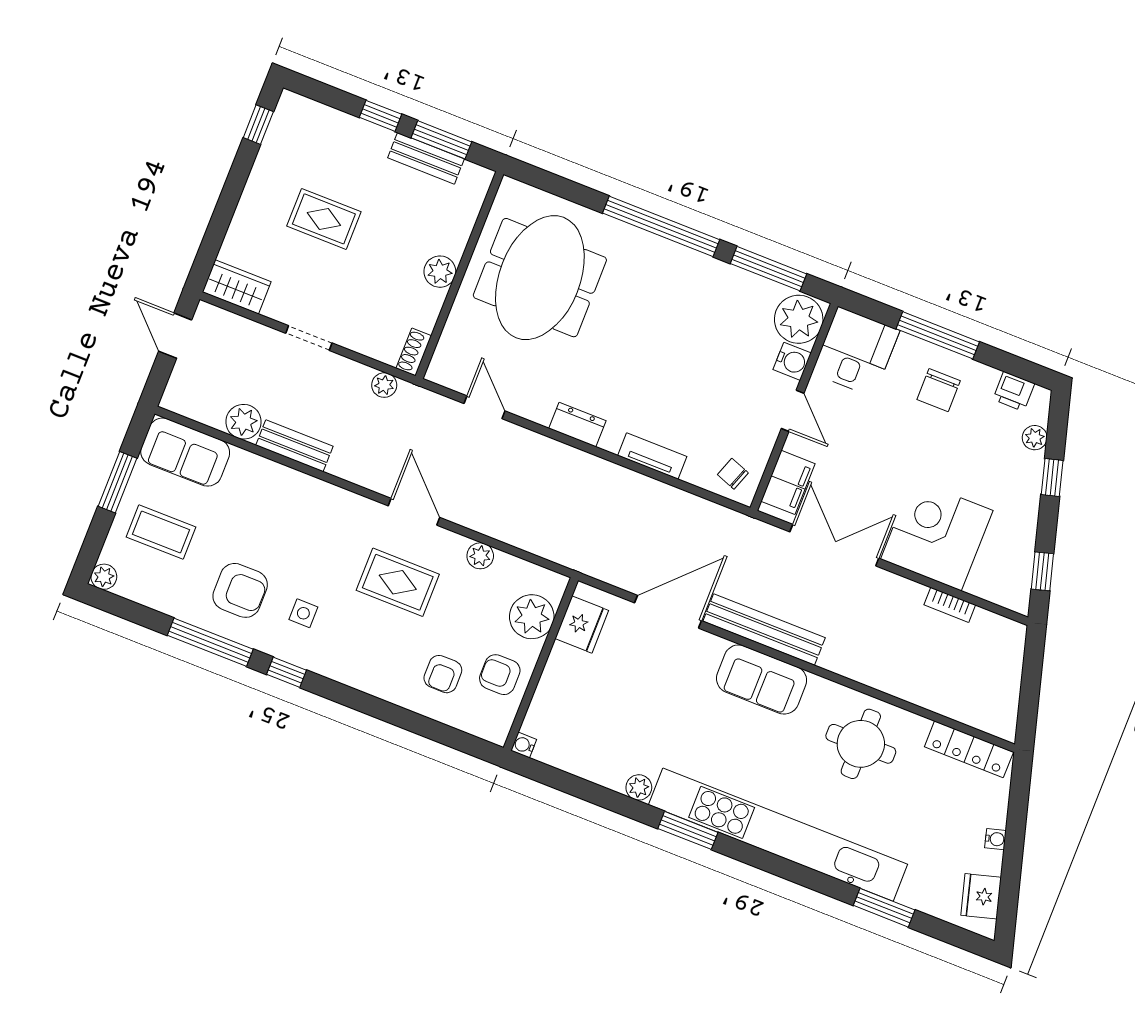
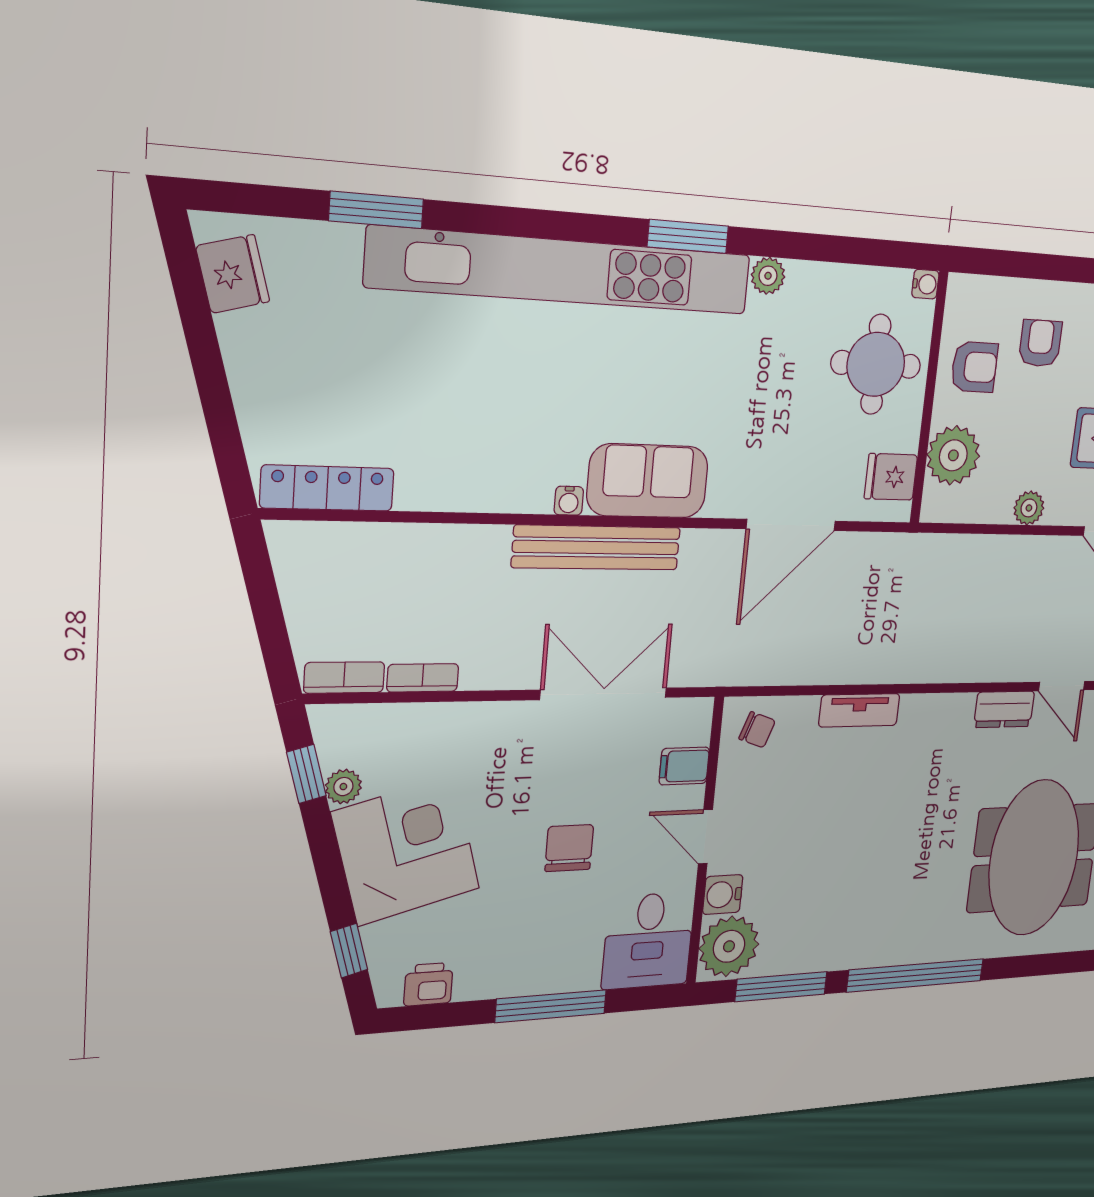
chair: (939, 390) -> (569, 848), moved
dresser: (577, 425) -> (1004, 709), moved
plant: (1035, 438) -> (343, 787), moved
window: (1052, 477) -> (349, 951), moved
filing cabinet: (788, 482) -> (684, 766), width x0.50
corner desk: (937, 535) -> (406, 851), moved, turned -106
double door: (834, 545) -> (604, 694), swing flipped
fridge: (582, 625) -> (891, 477), width x0.72
bookcase: (998, 625) -> (344, 678), added
bench: (764, 630) -> (597, 548), moved
round table: (861, 744) -> (876, 364), moved
water cooler: (995, 839) -> (569, 501), moved, turned -74

